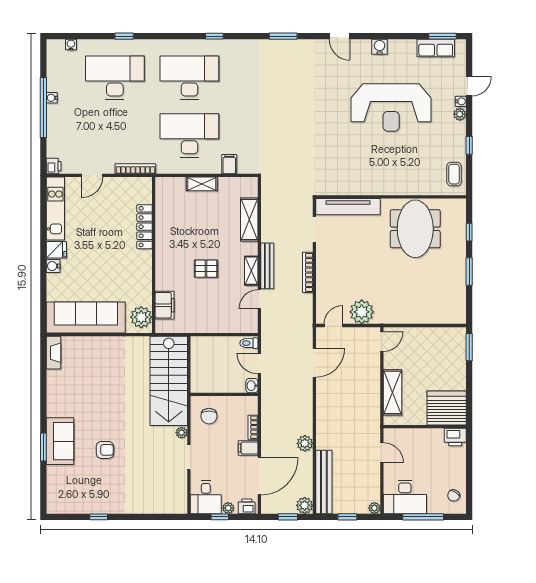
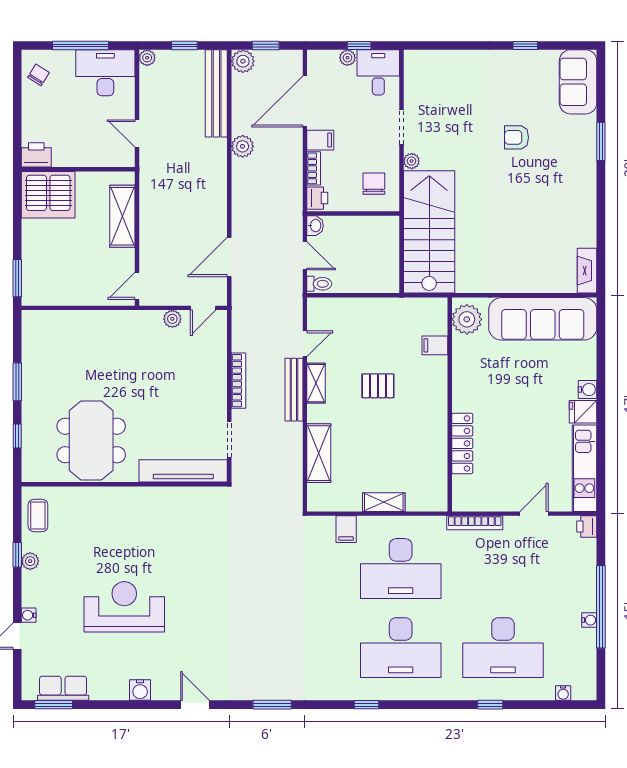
reception desk: (391, 107) -> (124, 607), width x0.74, depth x0.77
plant: (460, 114) -> (30, 561), moved
filing cabinet: (165, 305) -> (435, 345), width x0.50
plant: (362, 312) -> (172, 319), width x0.53, depth x0.53
sofa: (60, 441) -> (578, 82), moved
printer: (247, 506) -> (317, 198), moved, turned -90

